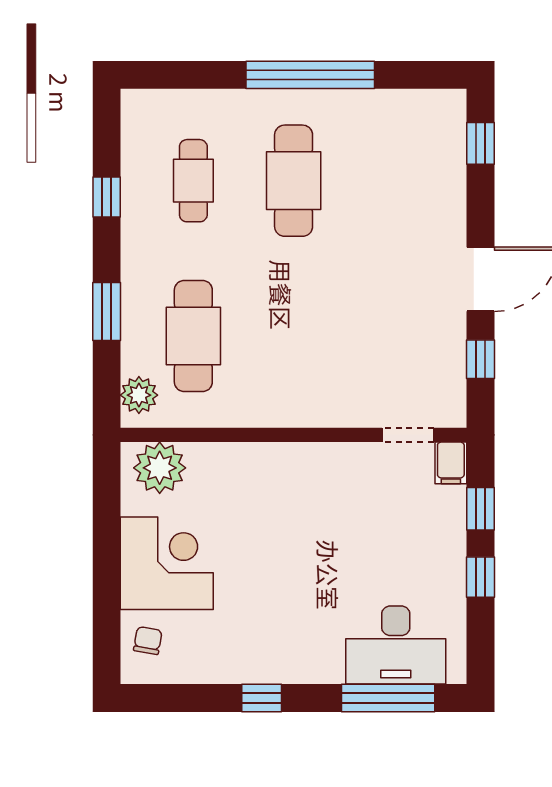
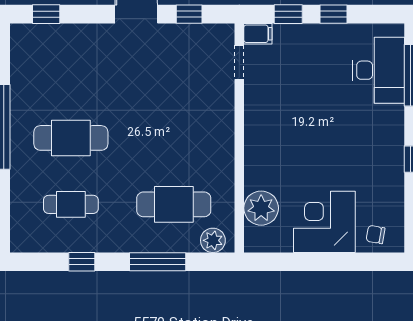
window: (107, 312) -> (158, 262), width x1.44
plant: (160, 468) -> (261, 208), moved

